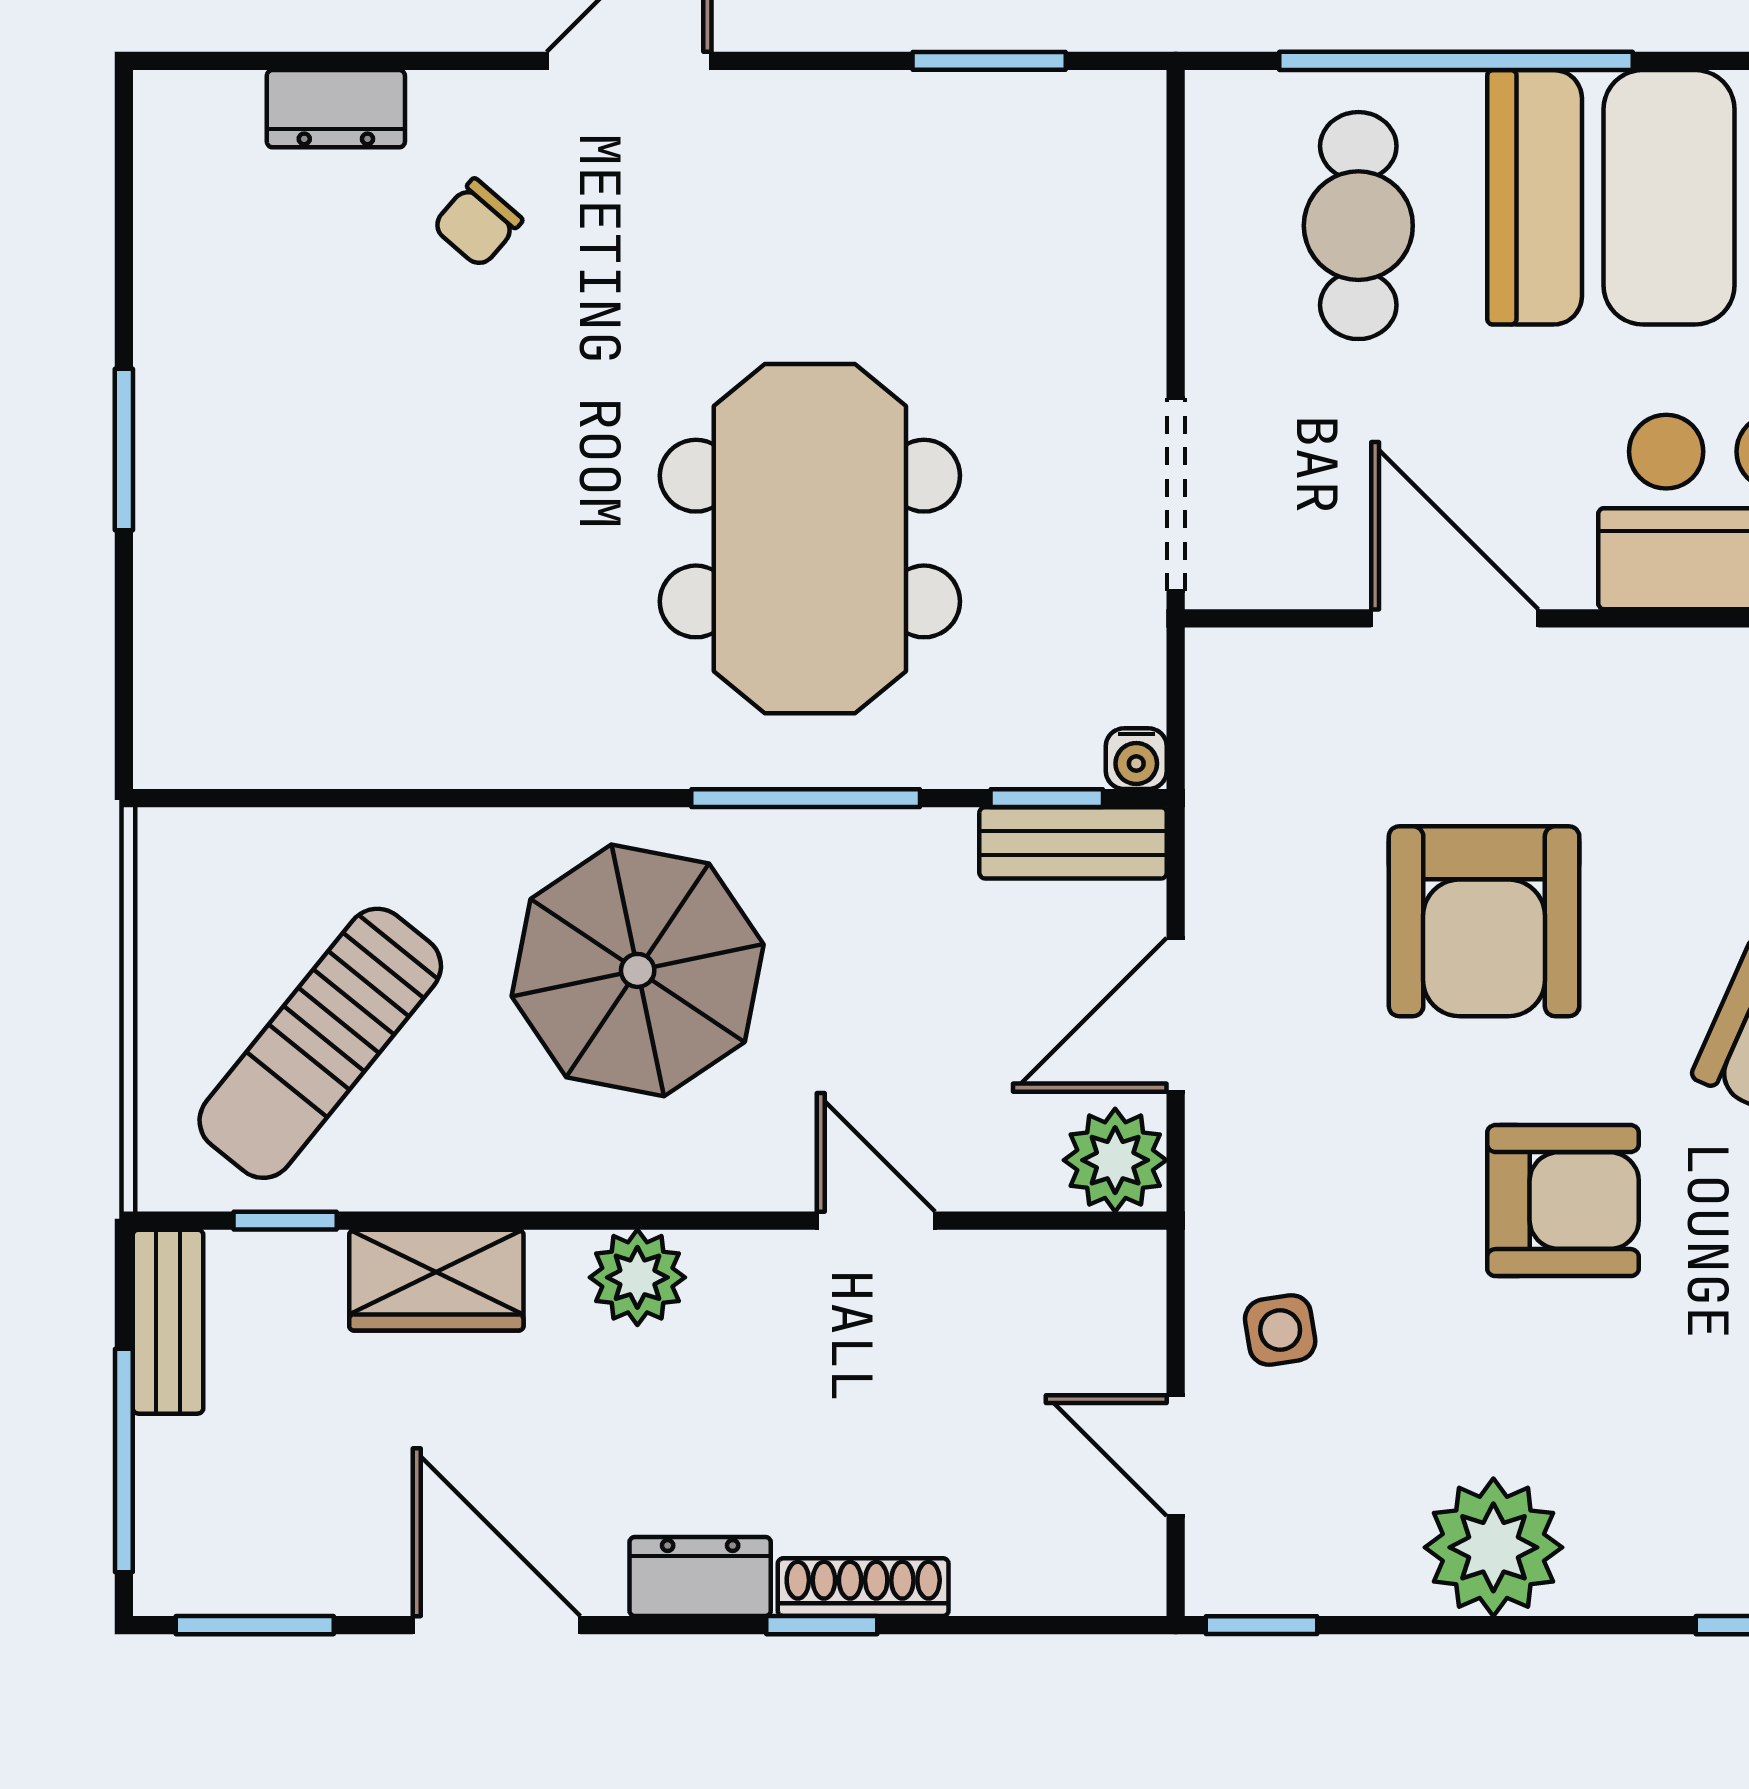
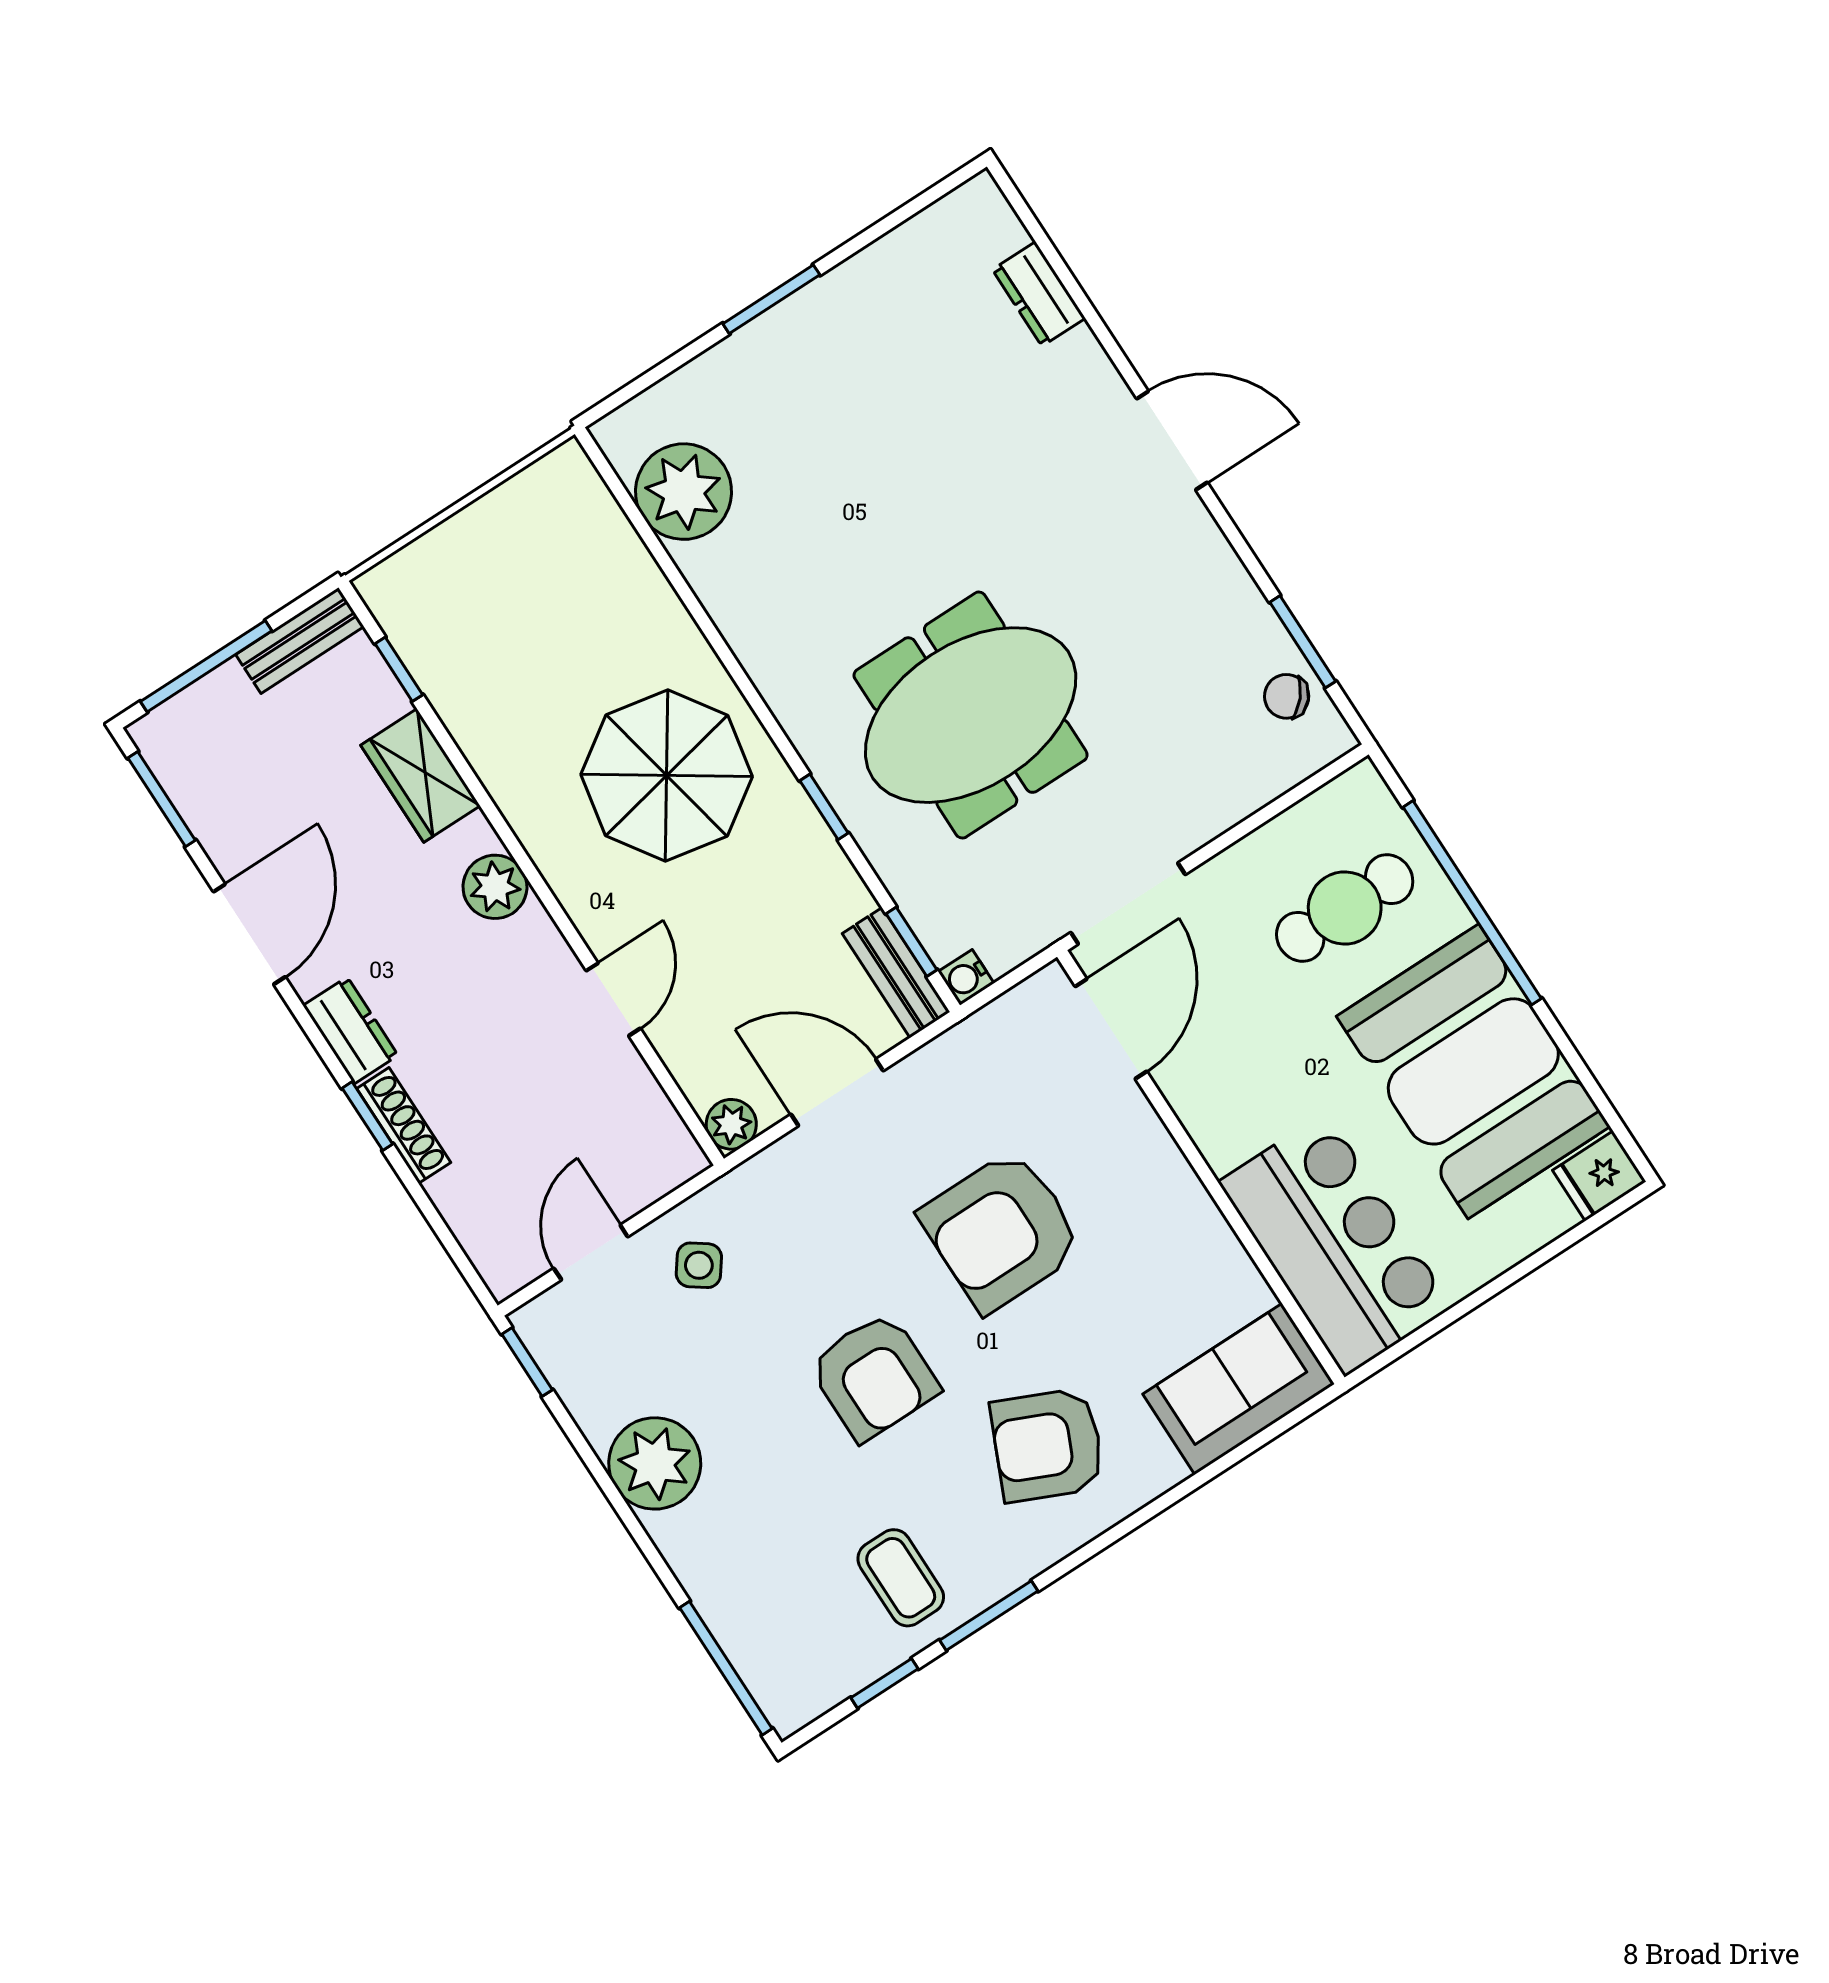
chair: (477, 223) -> (1287, 696), moved
door: (1455, 618) -> (1111, 1029), moved
plant: (294, 717) -> (684, 492), added
window: (806, 798) -> (824, 807), width x0.46
sun lounger: (320, 1043) -> (511, 625), removed
plant: (1115, 1160) -> (731, 1124), width x0.73, depth x0.73
side table: (1280, 1330) -> (699, 1265), turned 45

